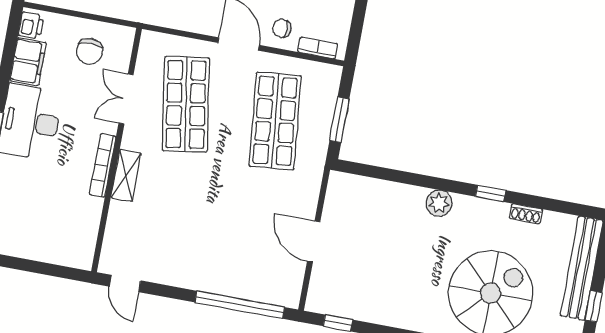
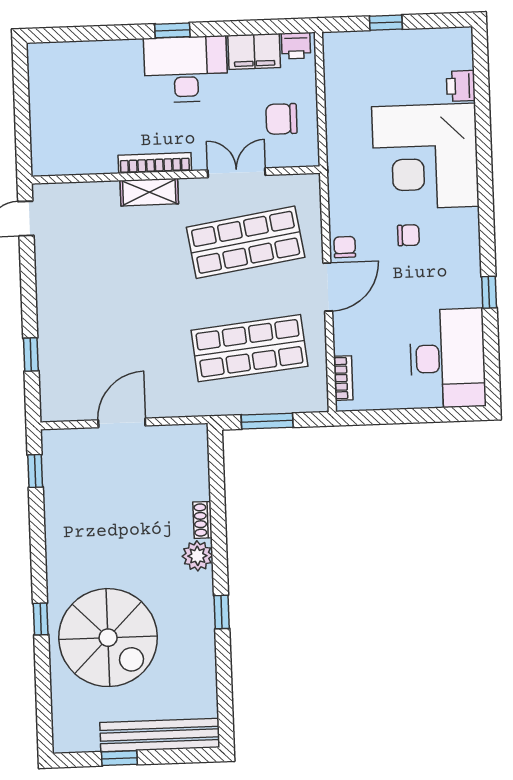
chair: (282, 28) -> (345, 247), moved
shoe rack: (526, 214) -> (202, 520), moved
window: (240, 305) -> (31, 355), width x0.32

